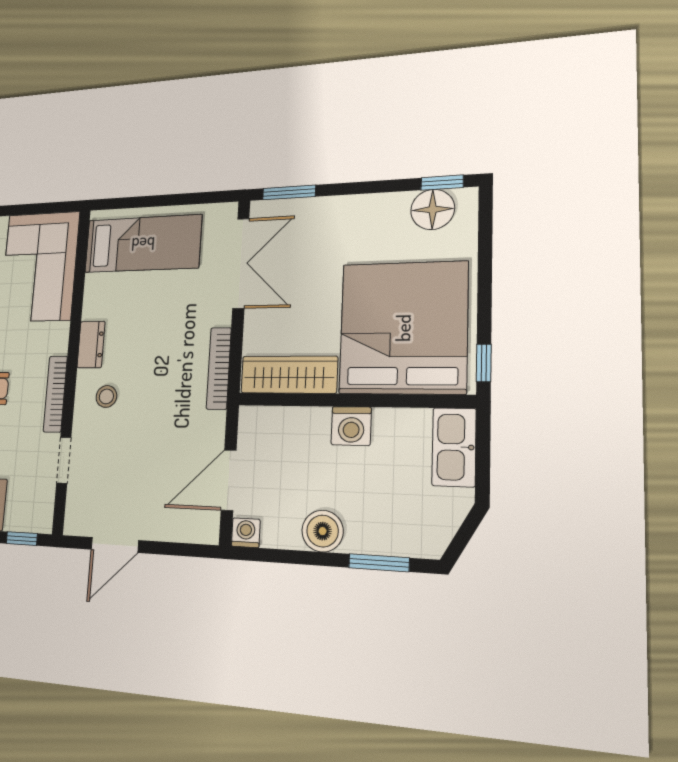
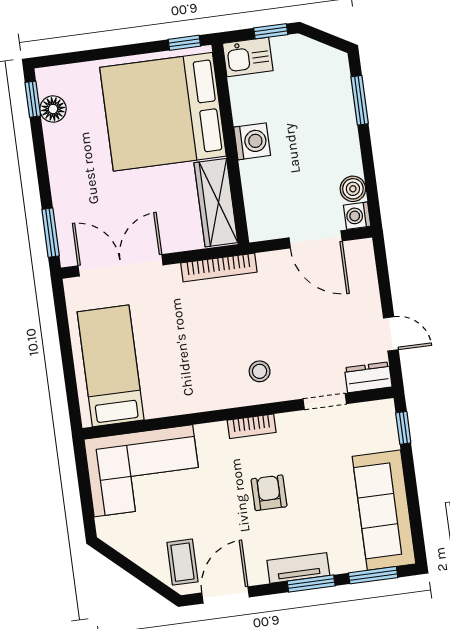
floor lamp: (433, 209) -> (53, 109), width x0.73, depth x0.73
dresser: (91, 344) -> (368, 377), moved
bookcase: (55, 394) -> (252, 426), width x0.64
kitchen sink: (454, 447) -> (248, 57), width x0.73
window: (483, 469) -> (271, 31), added
boiler: (323, 531) -> (353, 189), moved, width x0.73, depth x0.73
door: (115, 545) -> (391, 334), width x0.73

